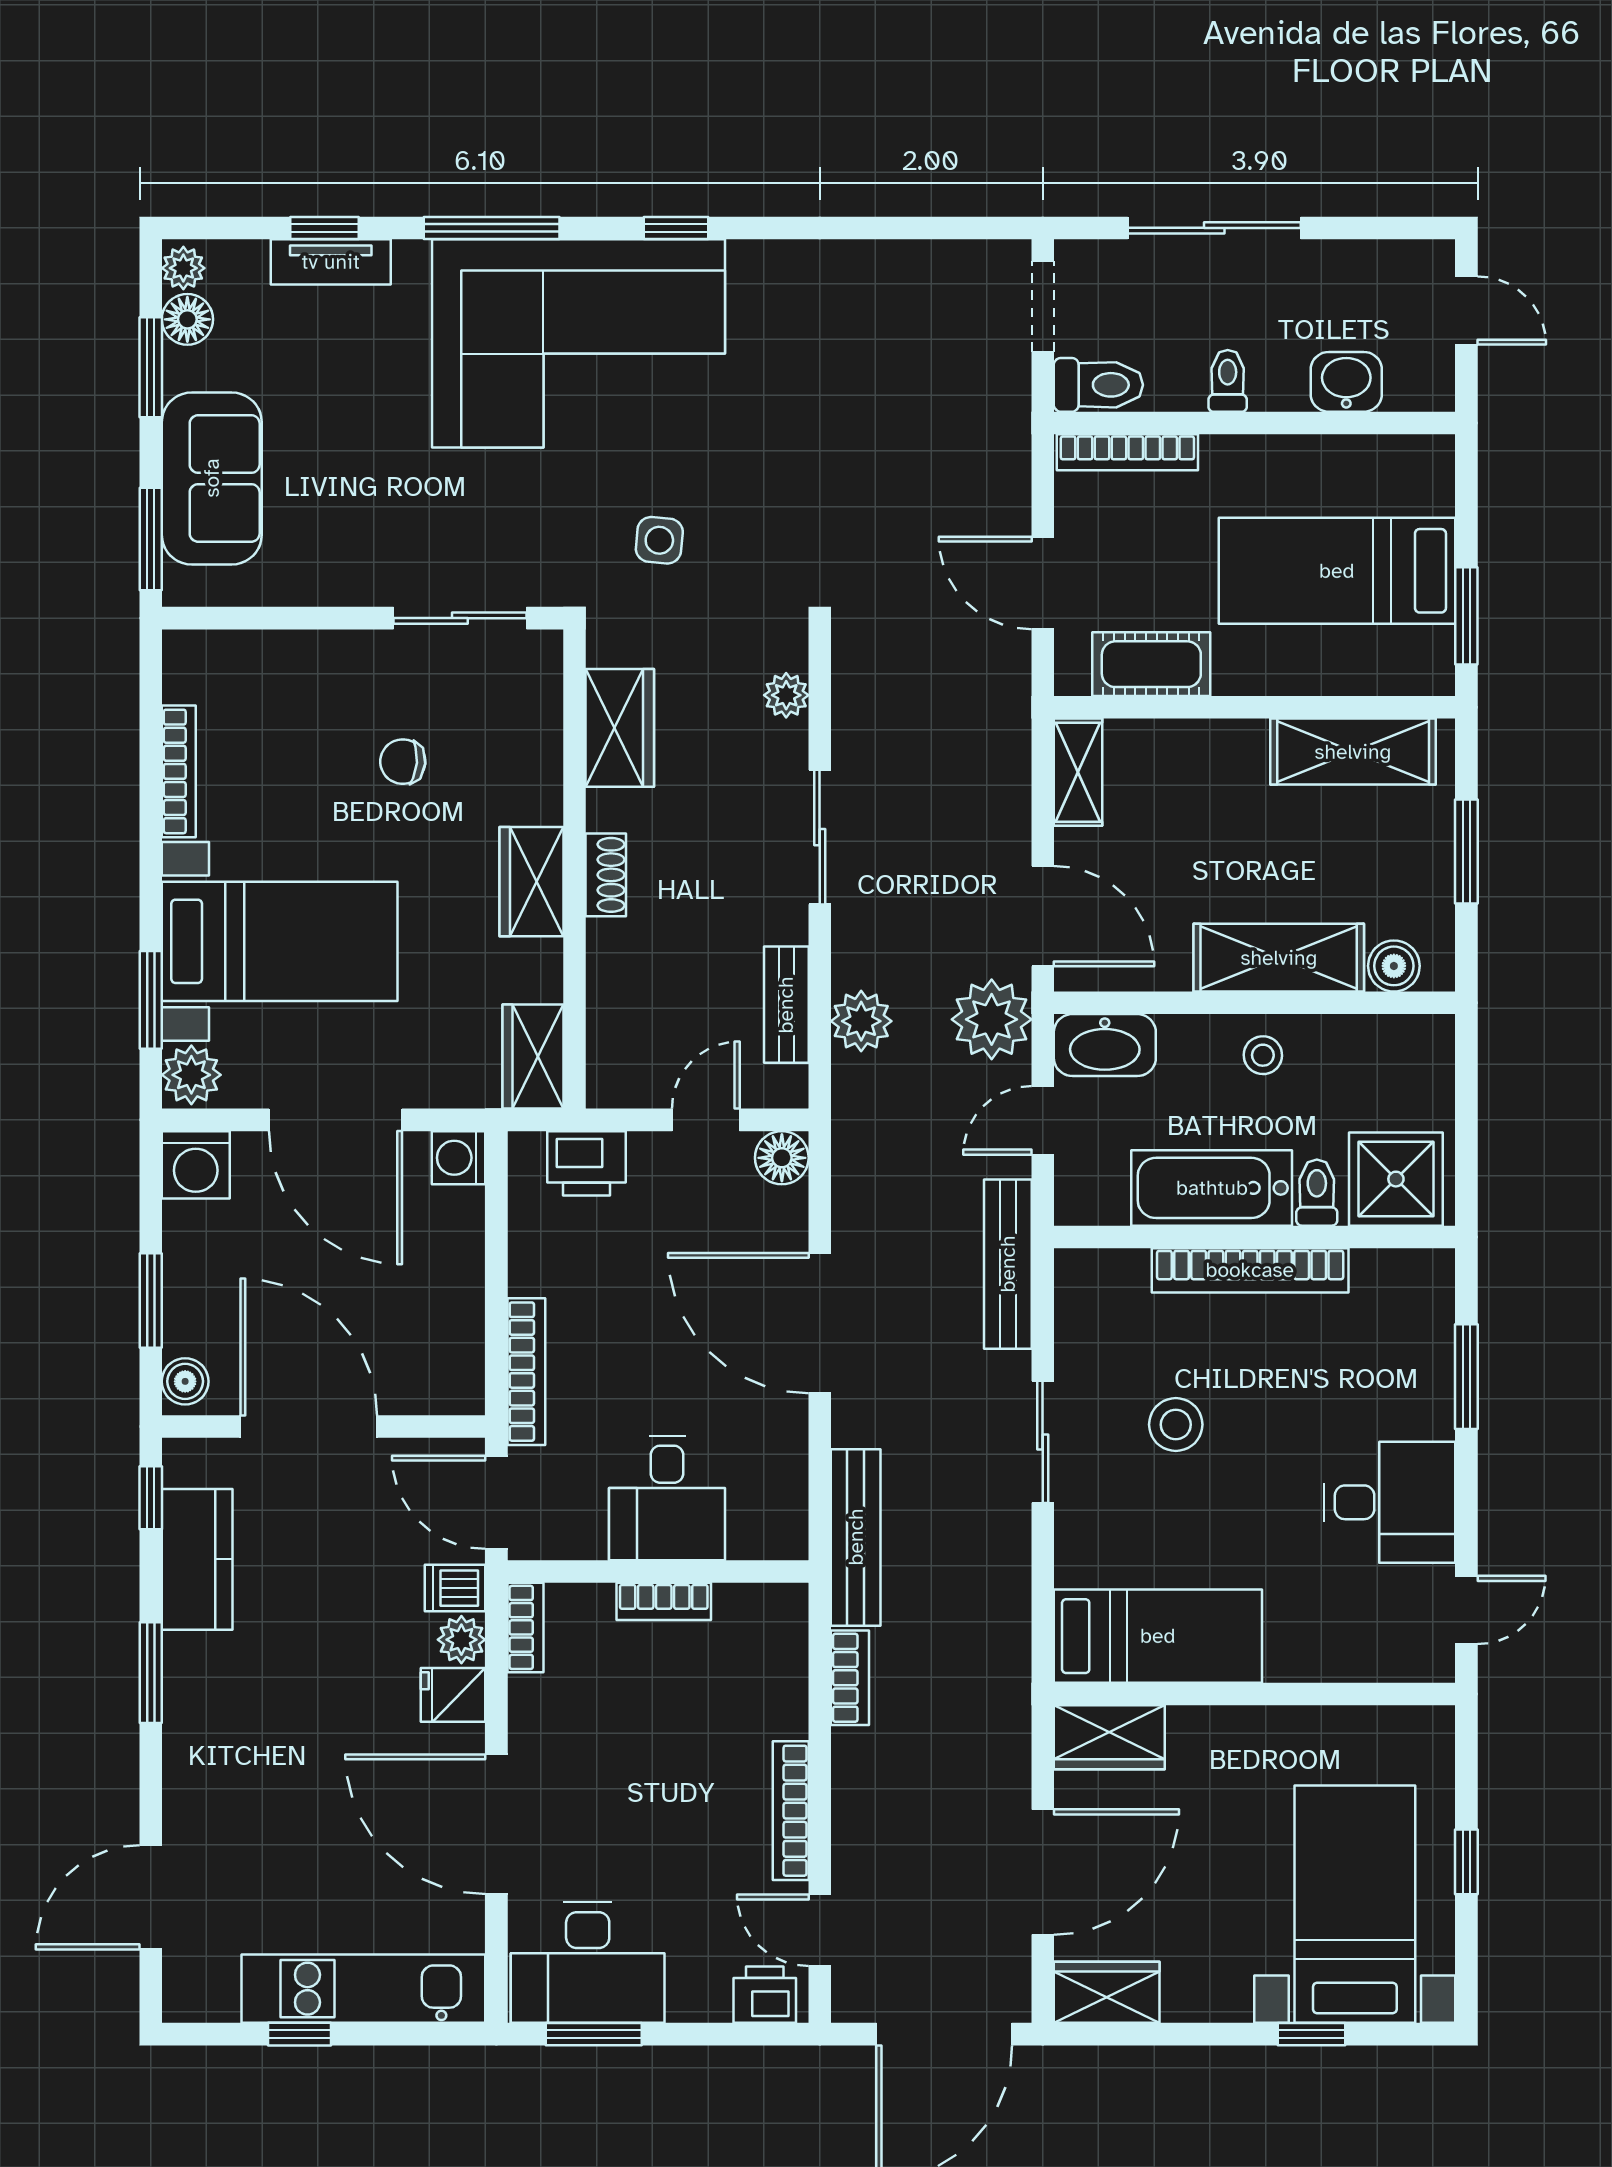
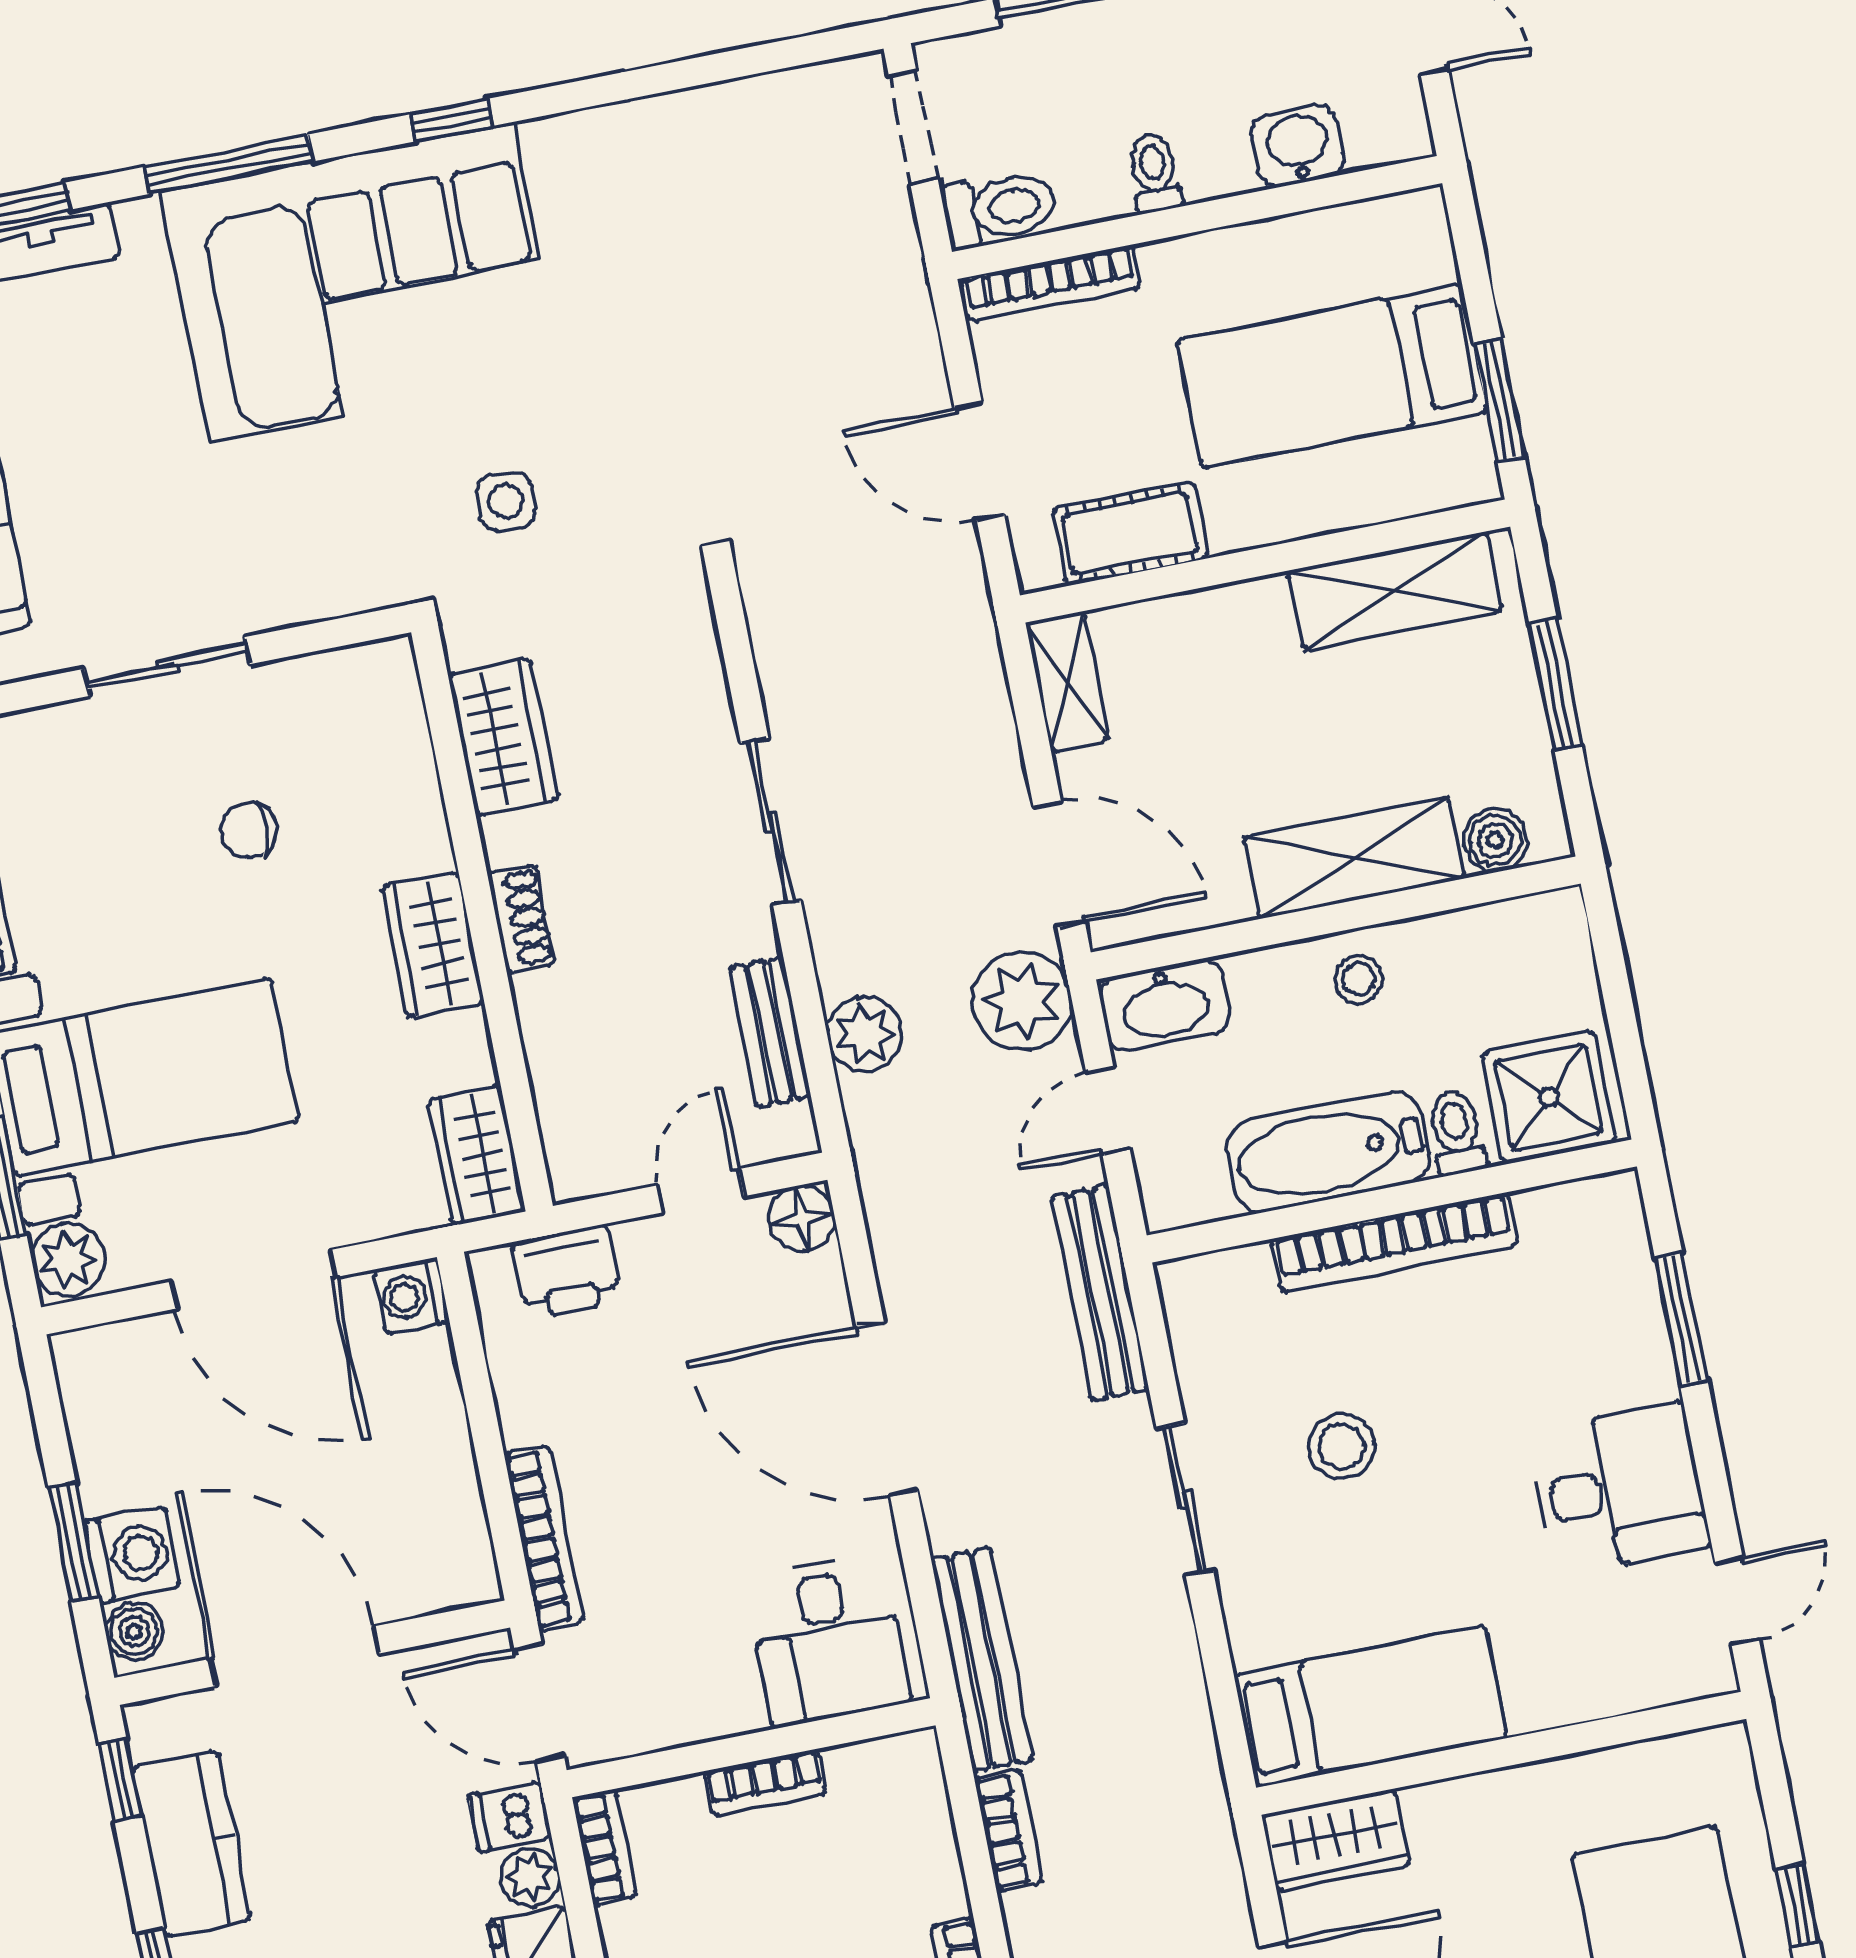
sliding door: (460, 618) -> (167, 666), moved
plant: (786, 695) -> (696, 658), removed
washing machine: (196, 1165) -> (132, 1554), moved, turned -90
desk: (667, 1498) -> (828, 1640), moved

